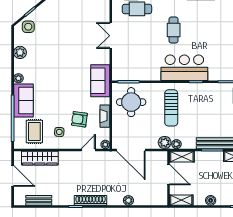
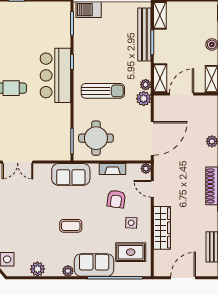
coffee table: (57, 81) -> (71, 226), added
wardrobe: (40, 158) -> (162, 228), moved

